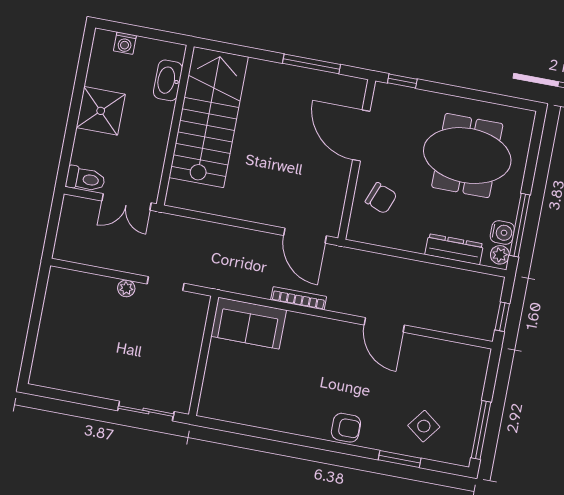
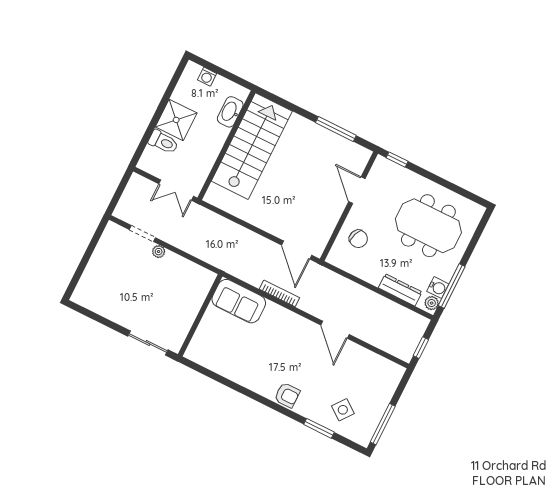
door: (361, 135) -> (357, 190), width x0.73
toilet: (86, 179) -> (163, 142), moved
doorway: (166, 284) -> (142, 234), moved

